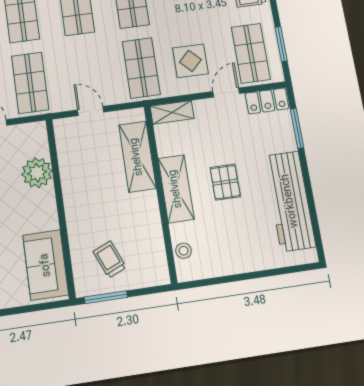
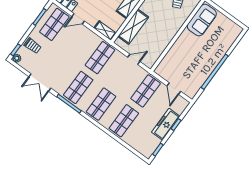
display table: (190, 61) -> (79, 43), removed
door: (91, 111) -> (134, 59), swing flipped
plant: (37, 173) -> (174, 55), removed

